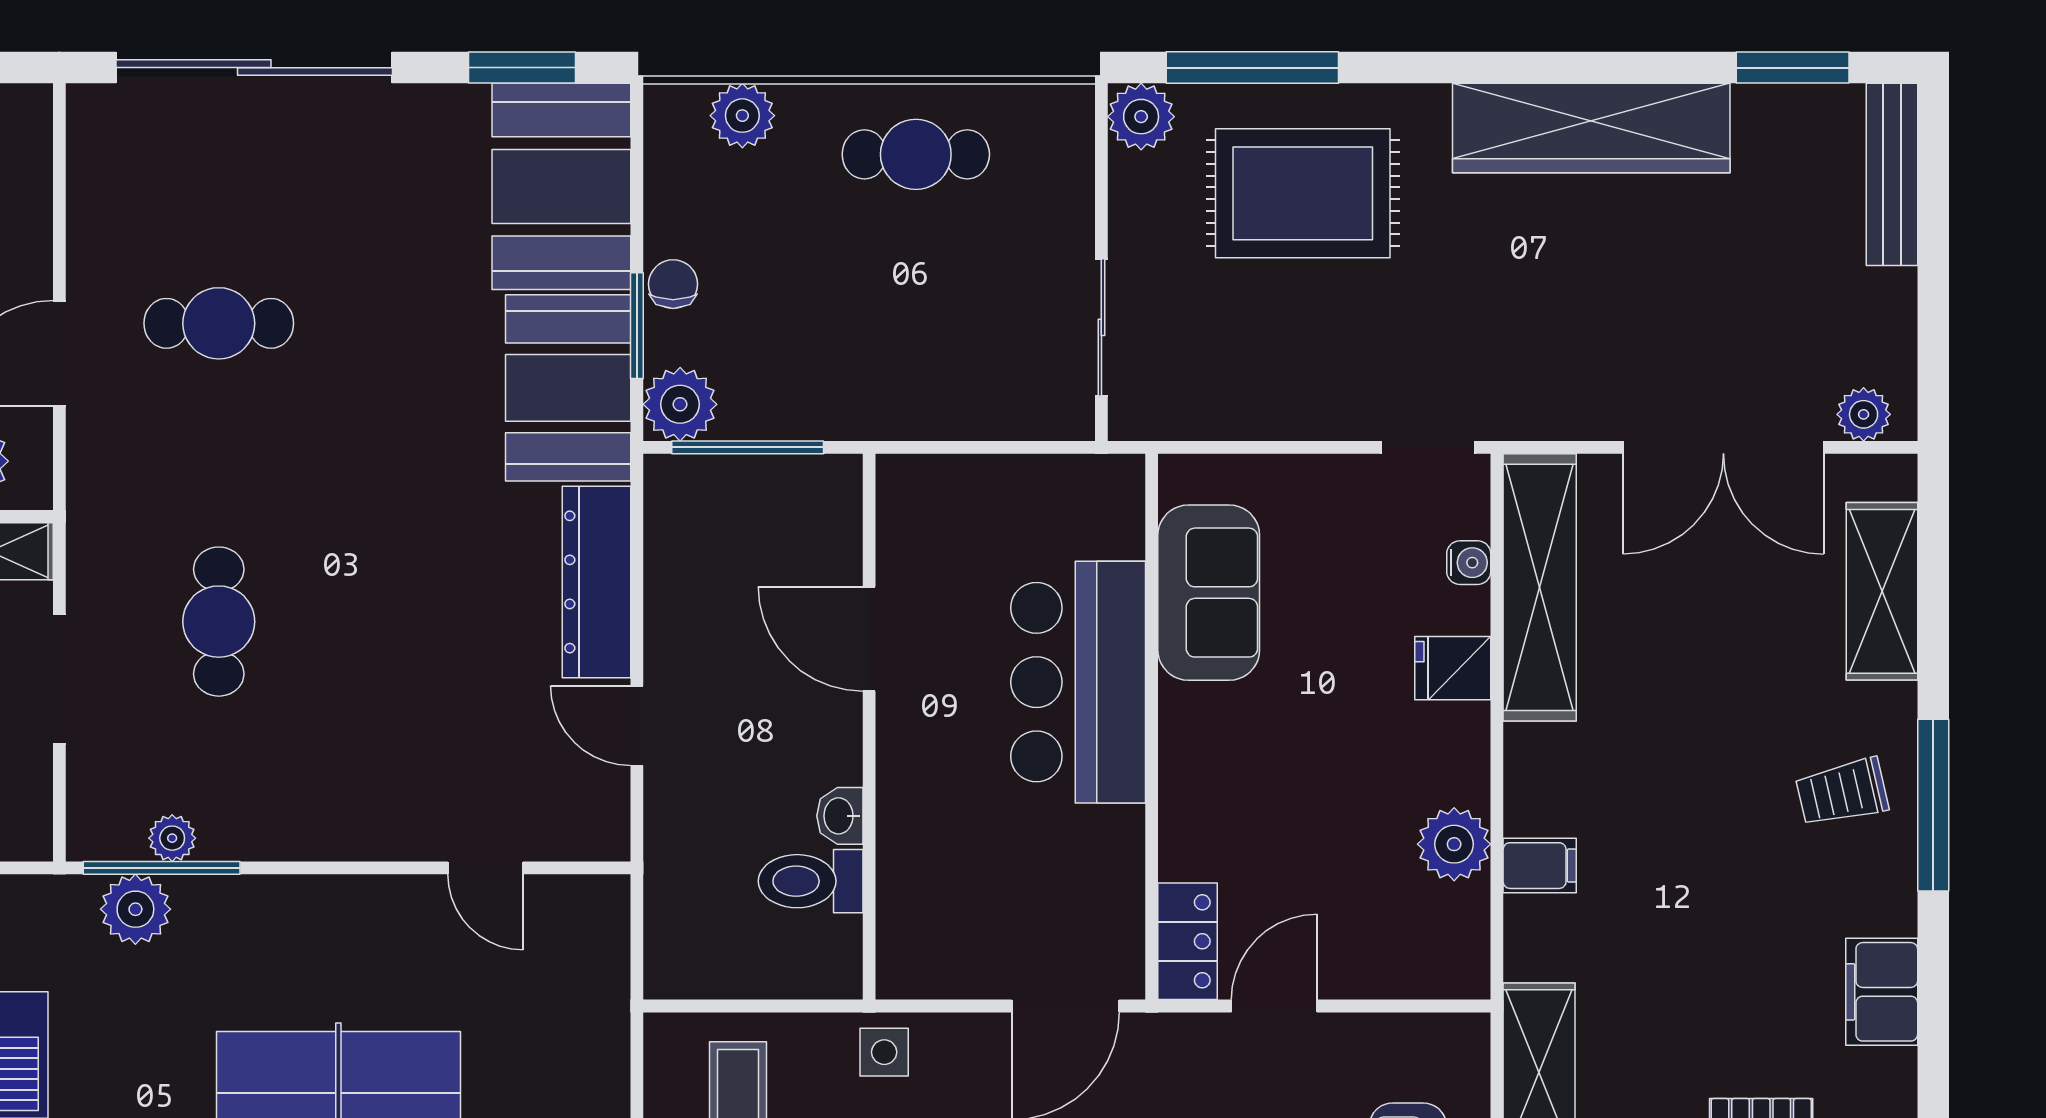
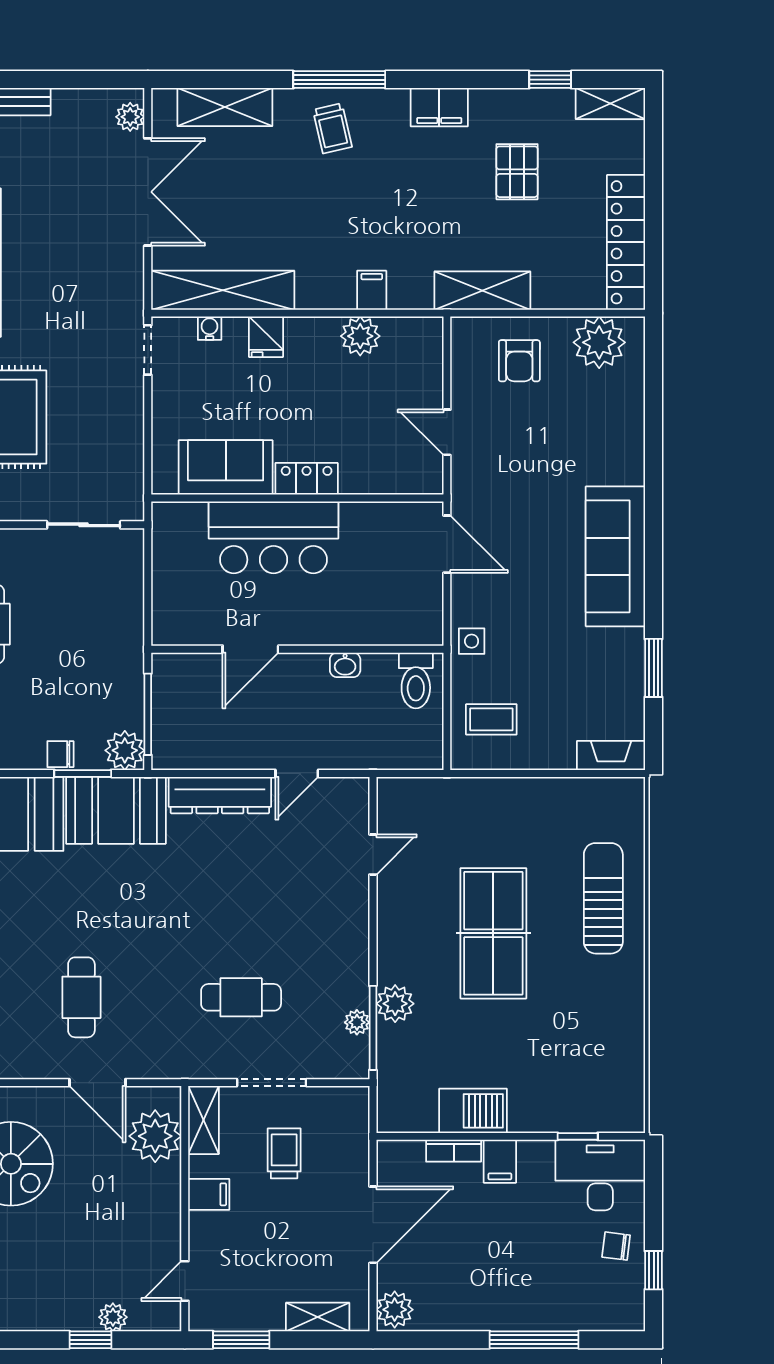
toilet: (811, 881) -> (416, 680), moved
plant: (135, 909) -> (395, 1004), moved
locker: (1187, 941) -> (307, 479), moved

